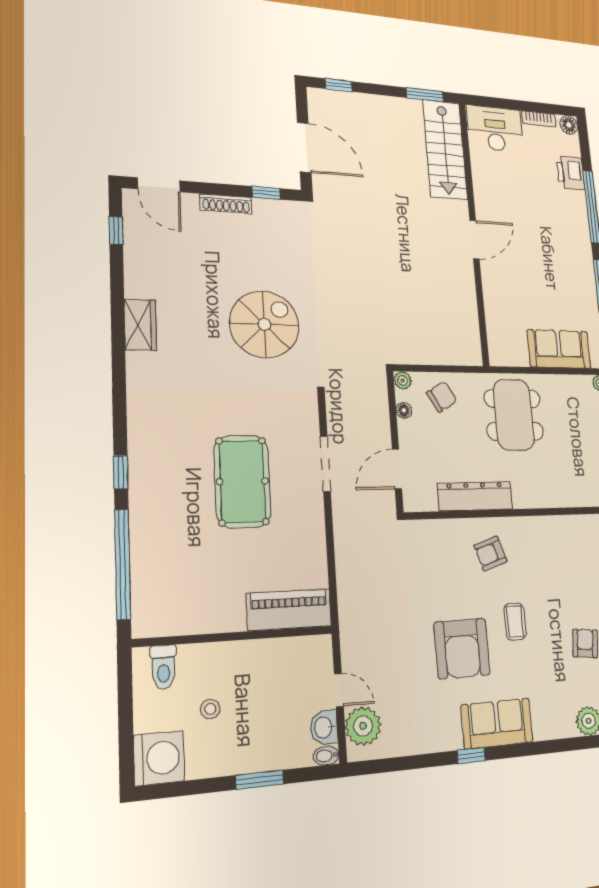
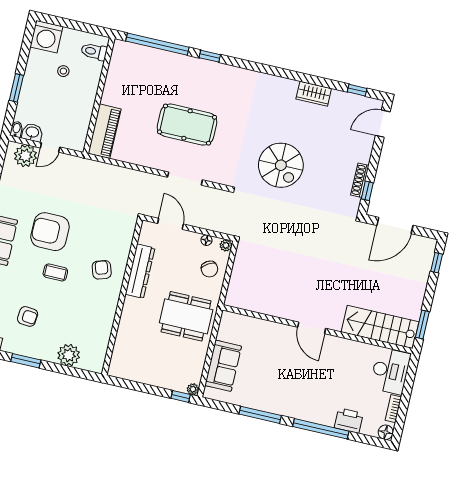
shoe rack: (226, 204) -> (360, 180), moved
wardrobe: (140, 325) -> (314, 94), moved

